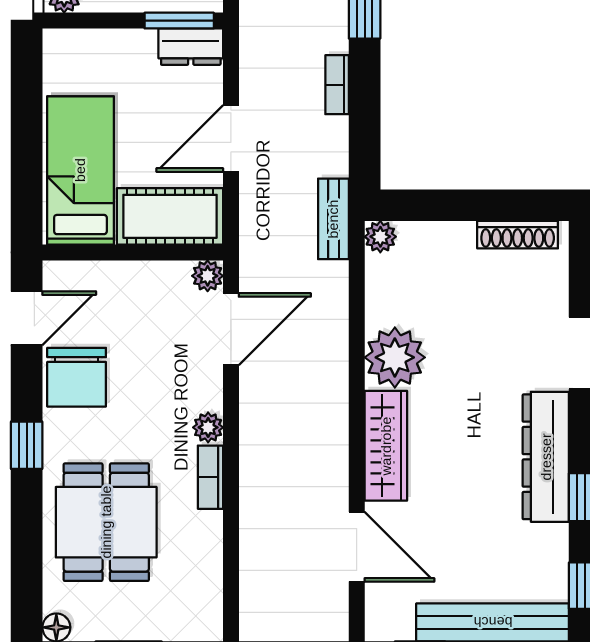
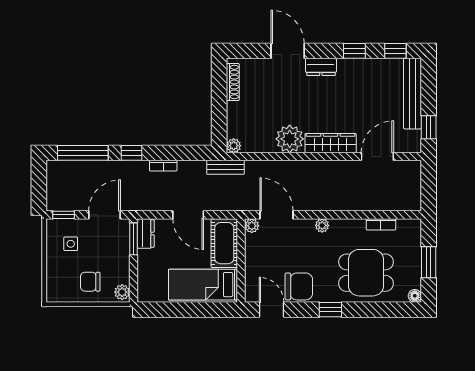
dresser: (546, 457) -> (321, 67), width x0.51, depth x0.80
bookcase: (210, 477) -> (381, 224), moved

